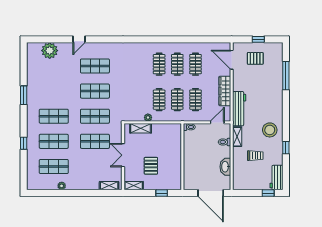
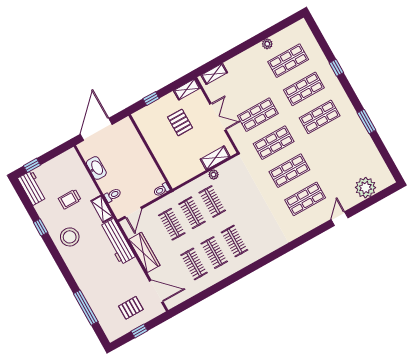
door: (211, 193) -> (96, 129), hinge flipped

